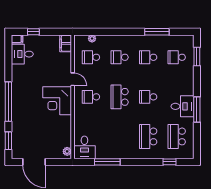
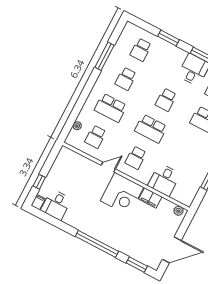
filing cabinet: (66, 43) -> (150, 198), moved
window: (197, 56) -> (168, 38), moved
school desk: (120, 57) -> (111, 108), width x1.85
desk: (84, 147) -> (164, 180), moved, turned 90

